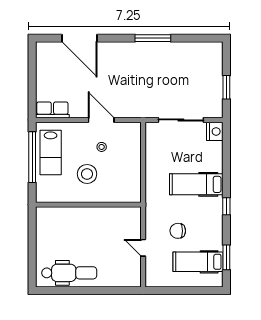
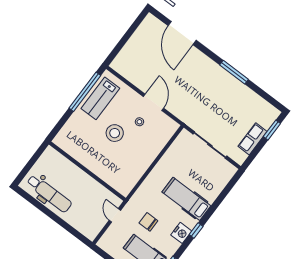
window: (226, 87) -> (272, 130), moved
row of seats: (52, 110) -> (253, 139), moved, turned -90
nightstand: (215, 131) -> (181, 233), moved
wall: (88, 205) -> (87, 171), moved

